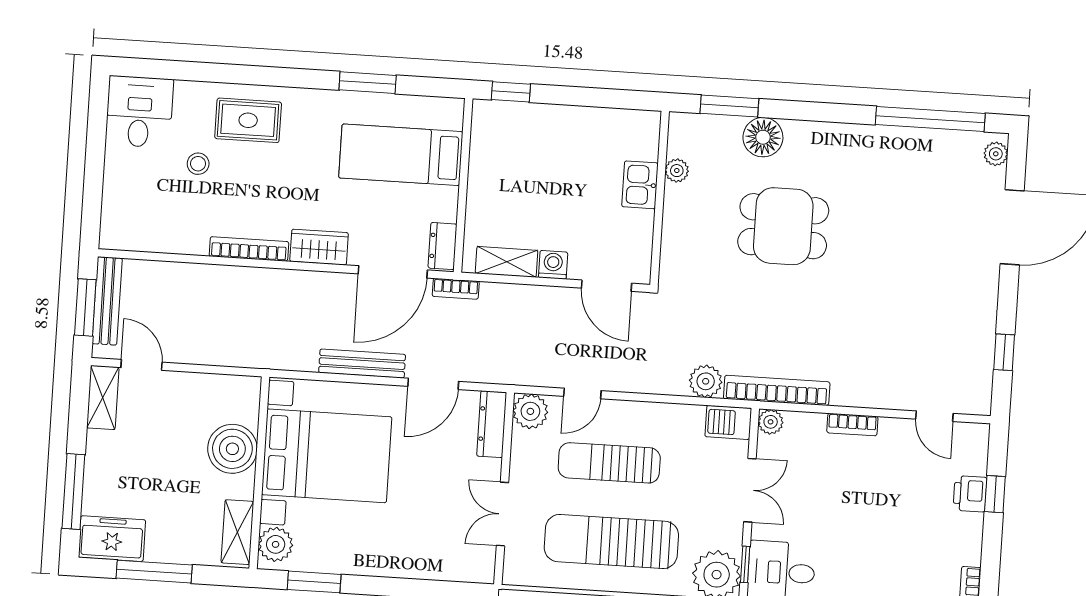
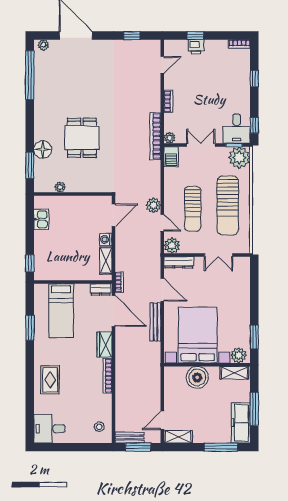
stool: (198, 164) -> (99, 427), moved
kitchen sink: (640, 185) -> (41, 219), moved, turned -90
bench: (107, 301) -> (130, 438), width x0.73
plant: (706, 381) -> (153, 205), moved
freezer: (112, 539) -> (241, 423), width x1.40

